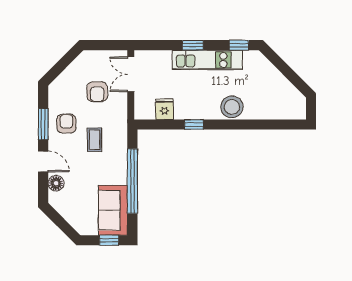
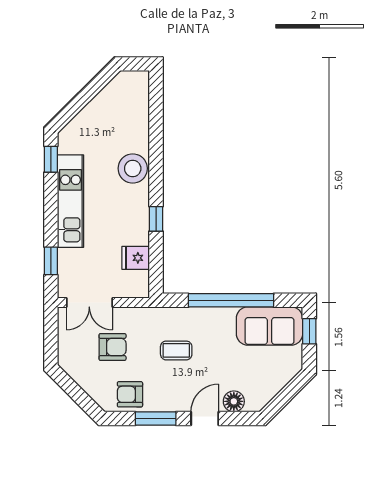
window: (193, 45) -> (51, 261), moved
armchair: (66, 124) -> (130, 394), moved

